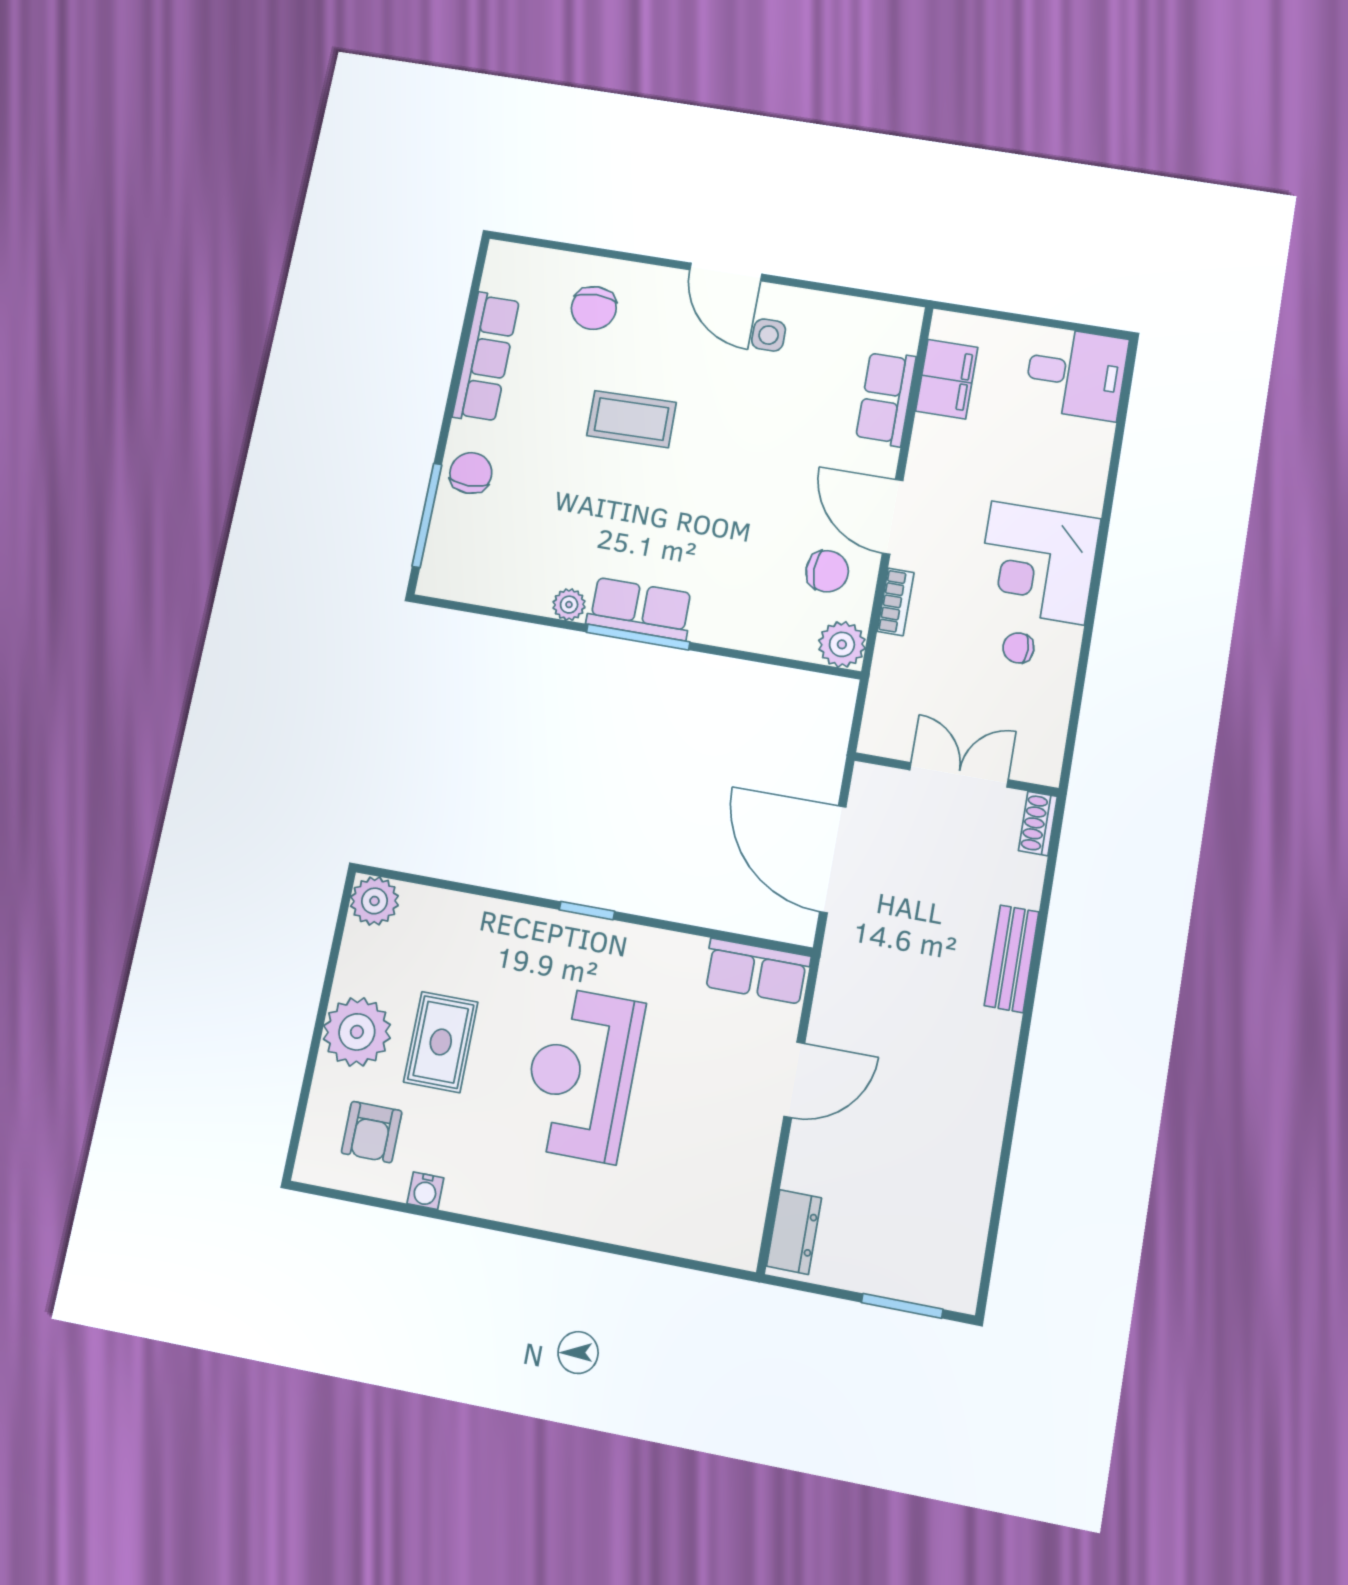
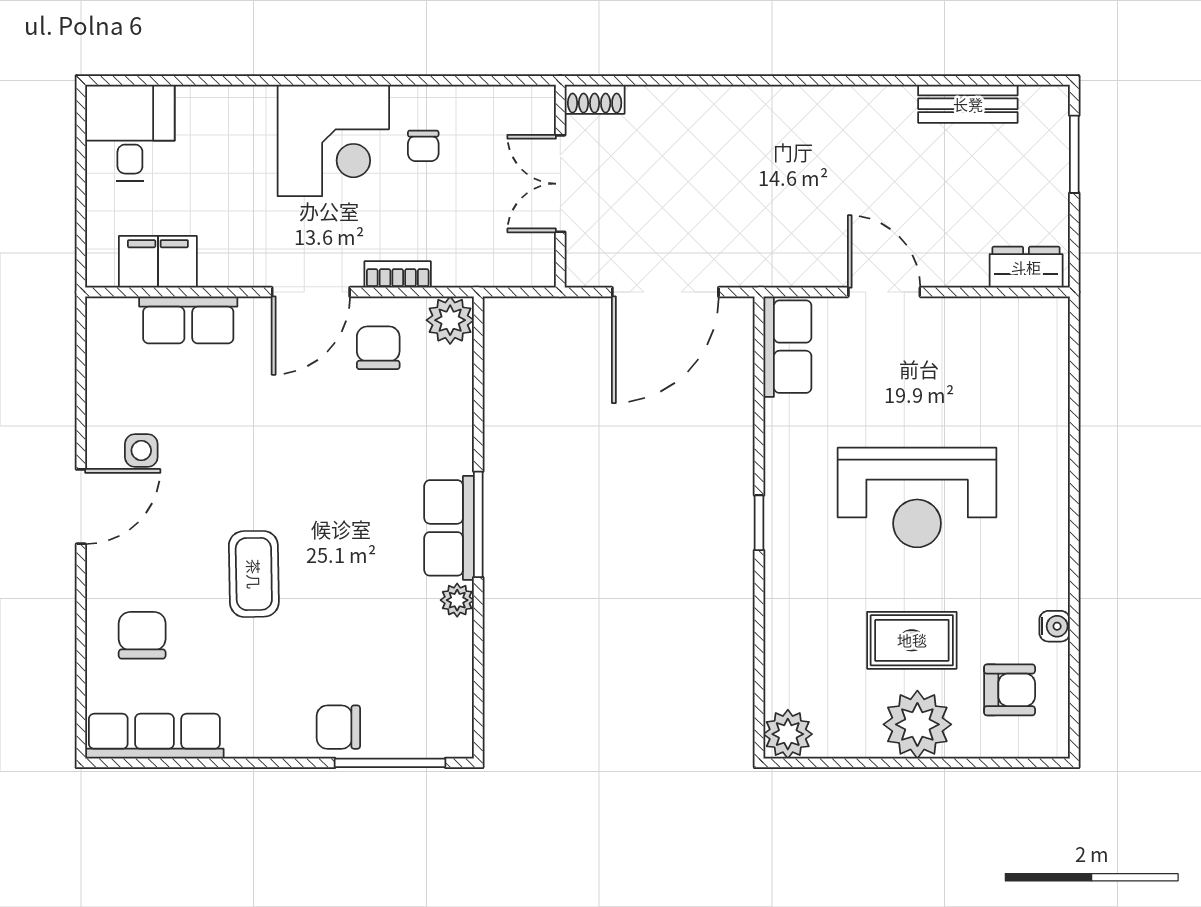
chair: (594, 308) -> (142, 635), turned -90
row of seats: (486, 358) -> (154, 736), moved
bench: (1012, 959) -> (968, 104), moved

